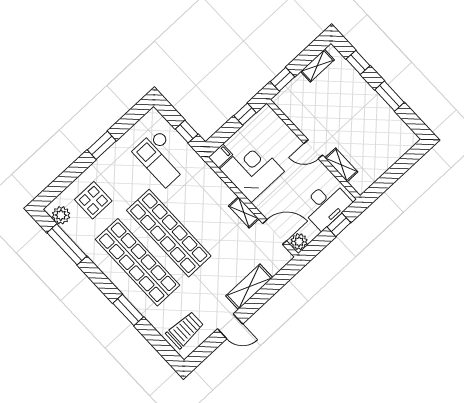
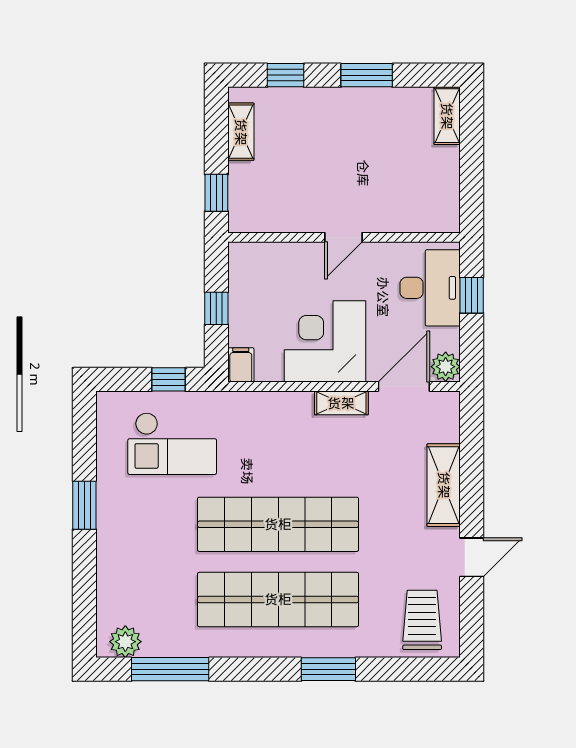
window: (245, 114) -> (216, 308), moved
shelving: (341, 165) -> (447, 116), moved, turned 90
corner desk: (252, 170) -> (325, 341), moved
display table: (93, 200) -> (145, 582), removed

